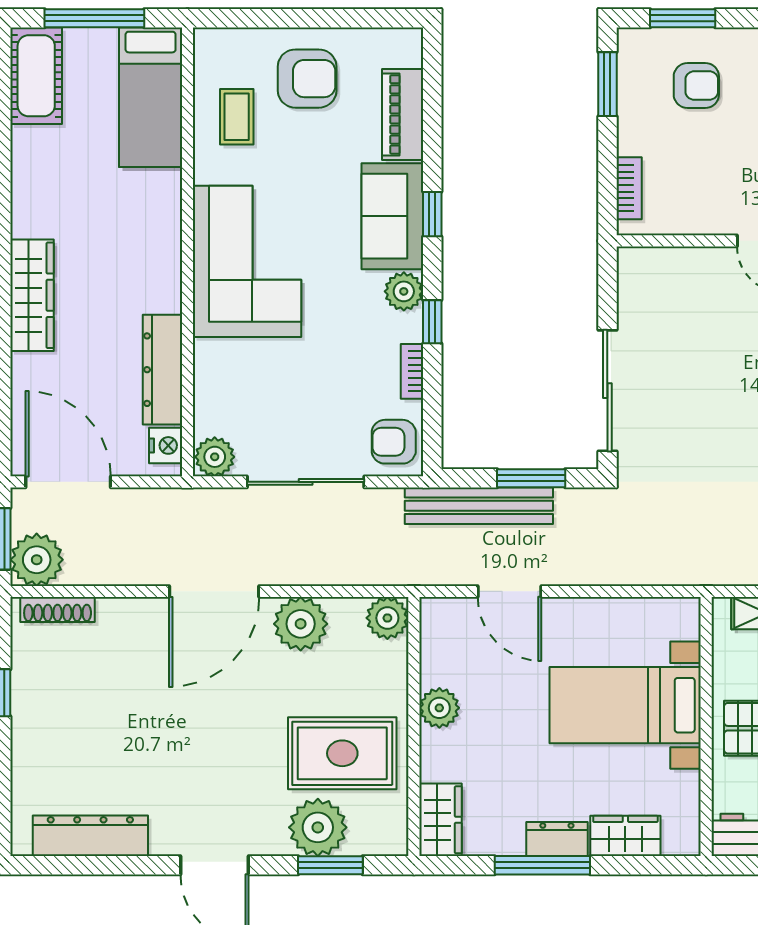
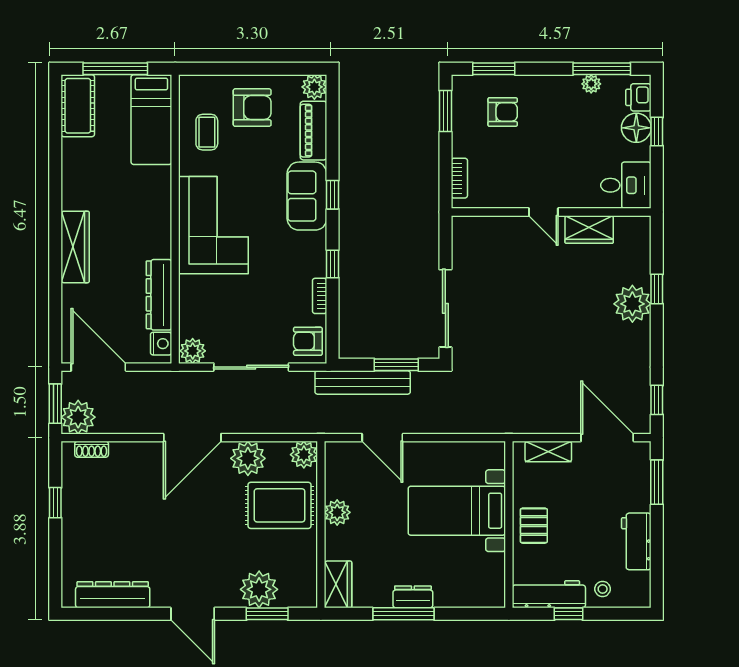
plant: (404, 291) -> (314, 87), moved
shoe rack: (58, 610) -> (92, 449), width x0.70
rug: (342, 753) -> (280, 505), moved
wardrobe: (625, 836) -> (457, 595), removed

